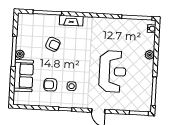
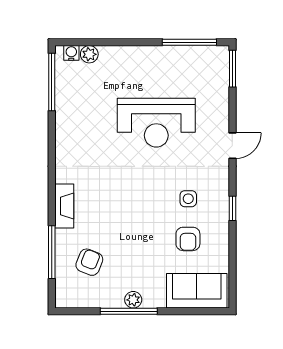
armchair: (53, 44) -> (89, 262), moved
plant: (150, 55) -> (89, 54), moved
reception desk: (113, 71) -> (156, 123), turned 180
sofa: (23, 76) -> (197, 291), moved

